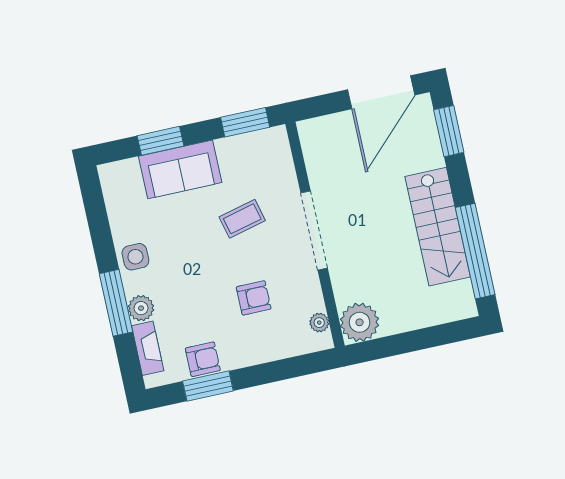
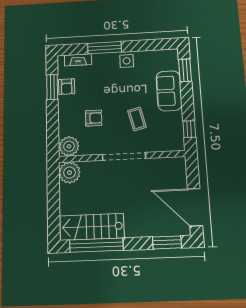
window: (245, 122) -> (189, 129), width x0.67
window: (161, 141) -> (185, 70), moved
stairs: (438, 227) -> (92, 227), moved
armchair: (254, 298) -> (94, 118), turned -90
plant: (141, 308) -> (99, 60), removed
plant: (319, 323) -> (69, 146), width x1.87, depth x1.87

